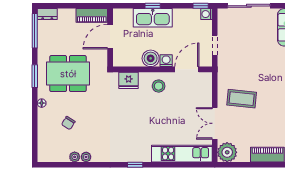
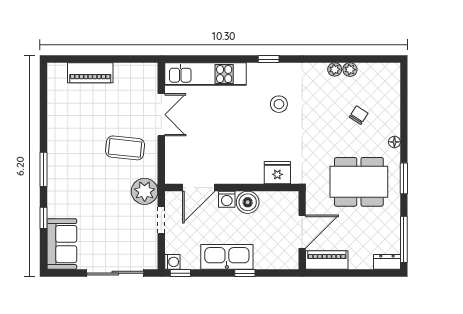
kitchen sink: (153, 18) -> (227, 257), moved
stool: (159, 86) -> (279, 104), moved
plant: (227, 152) -> (145, 191), moved

